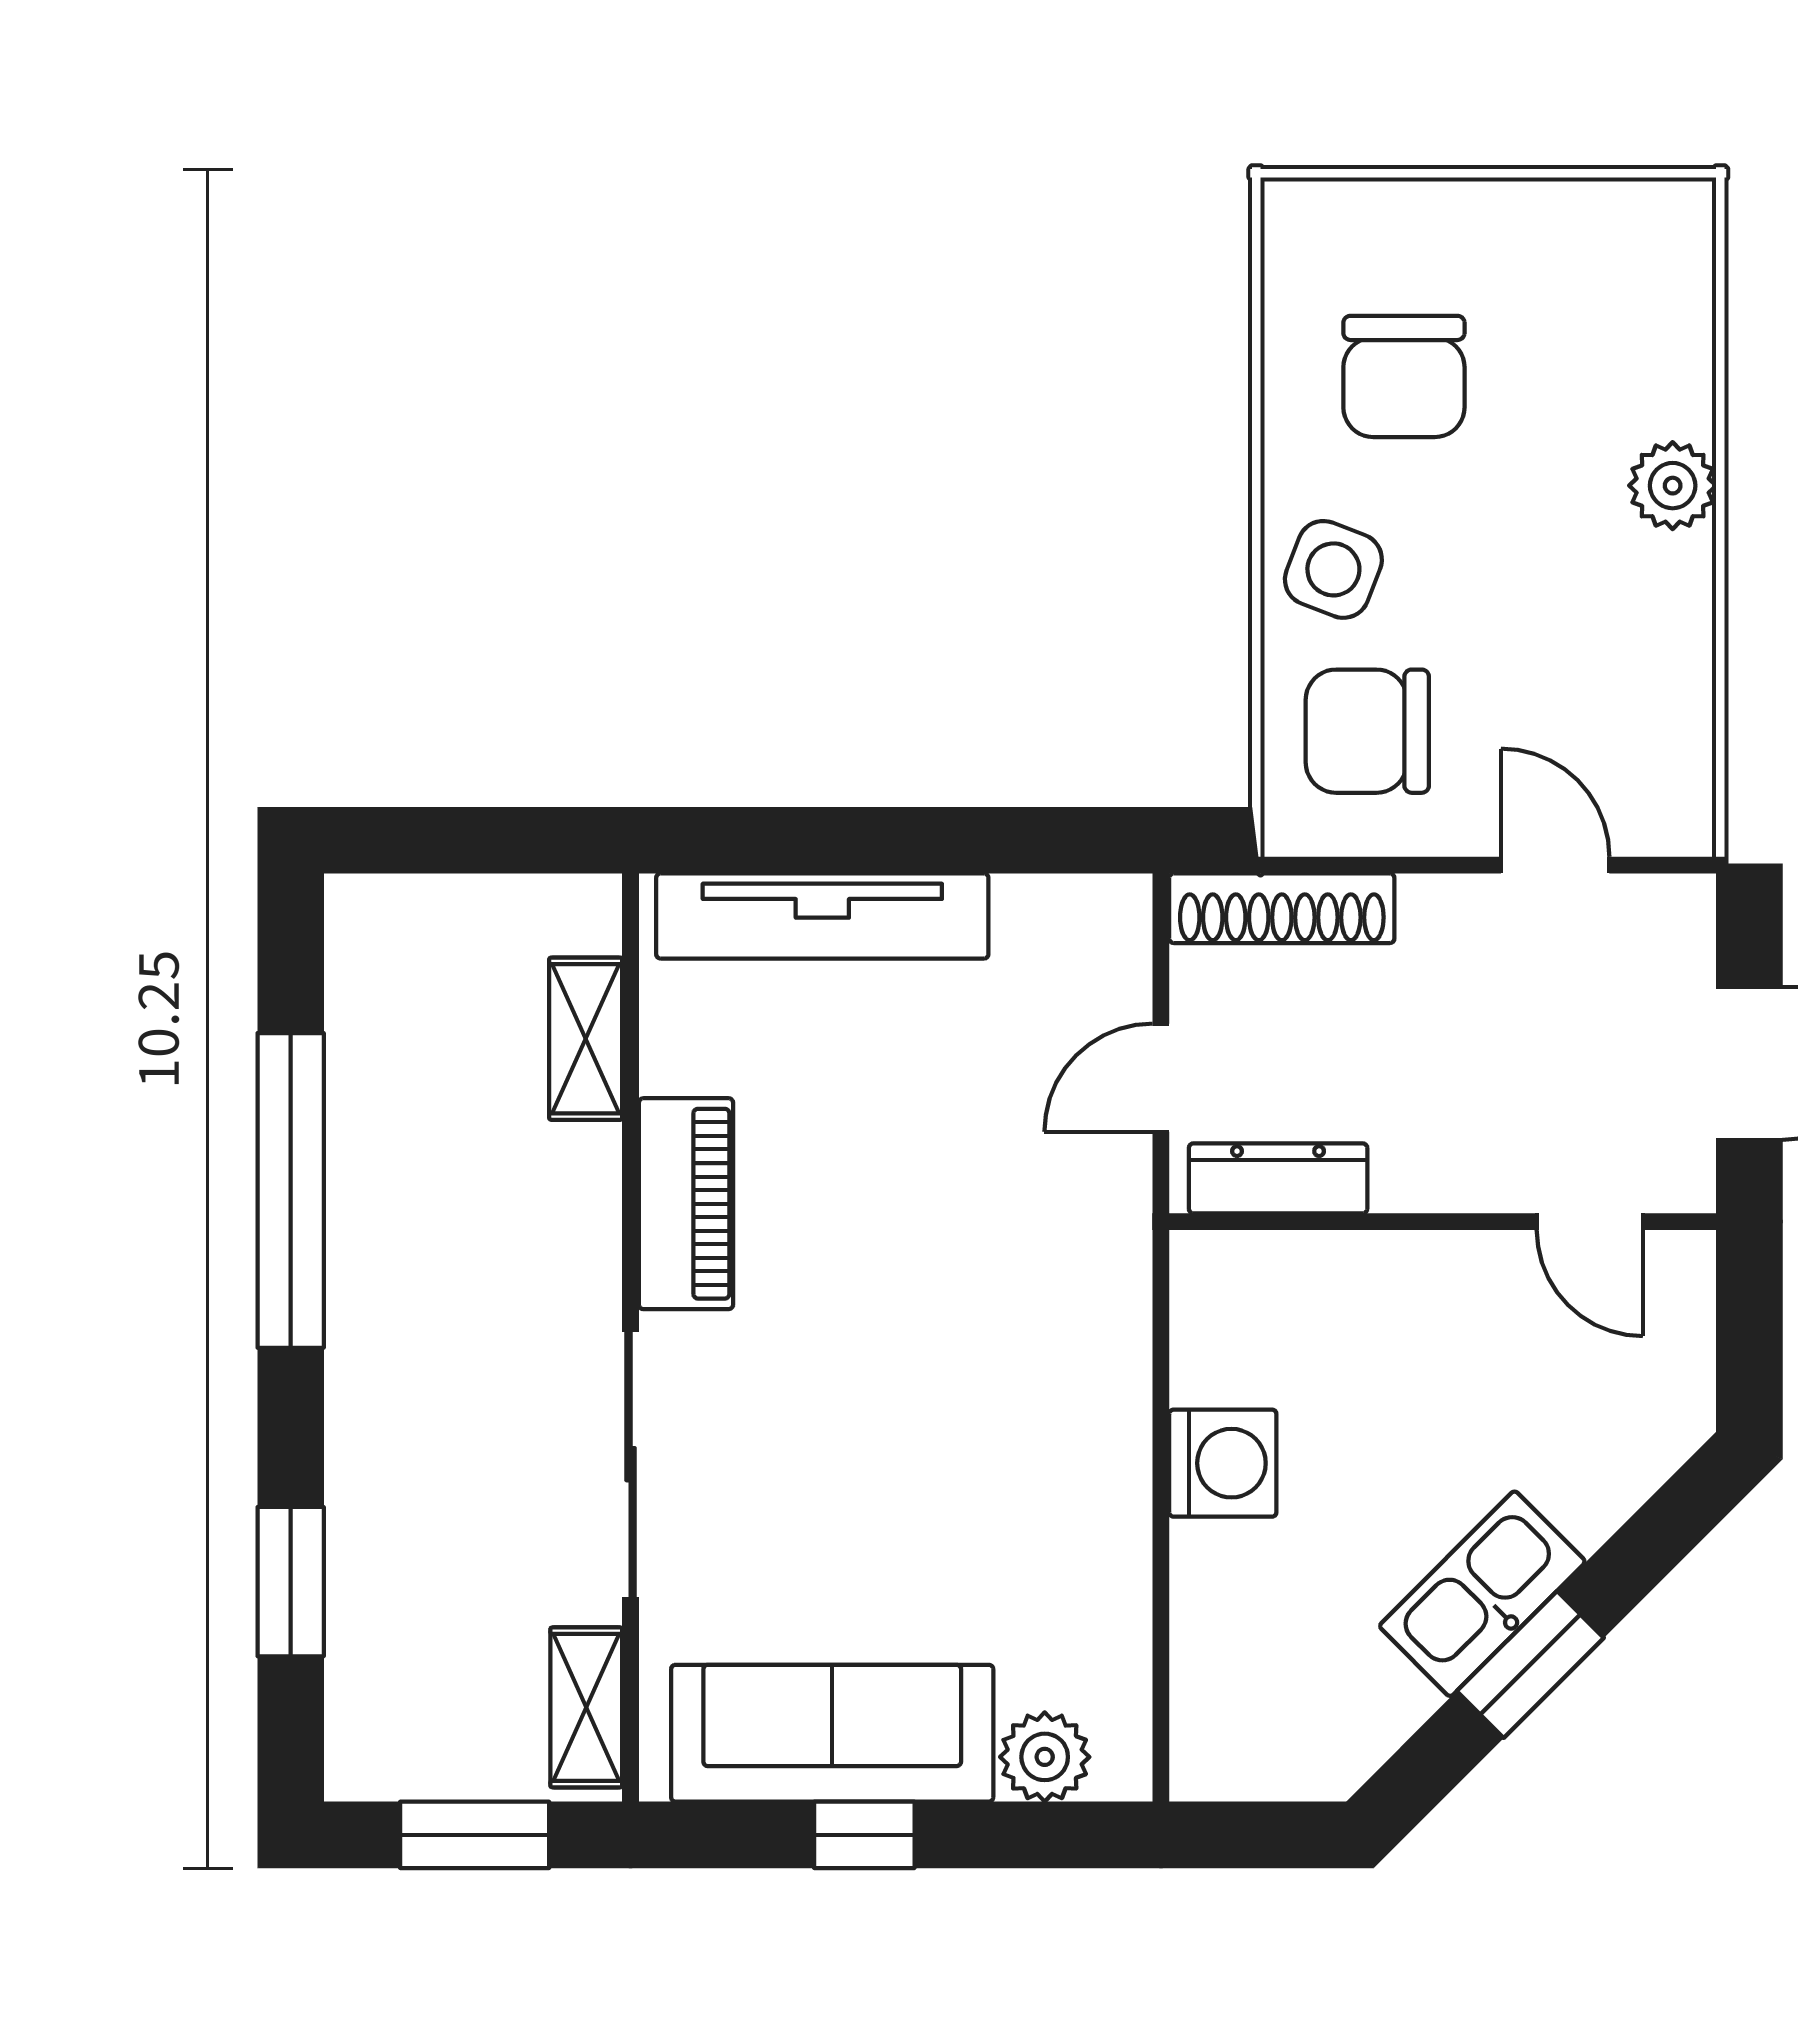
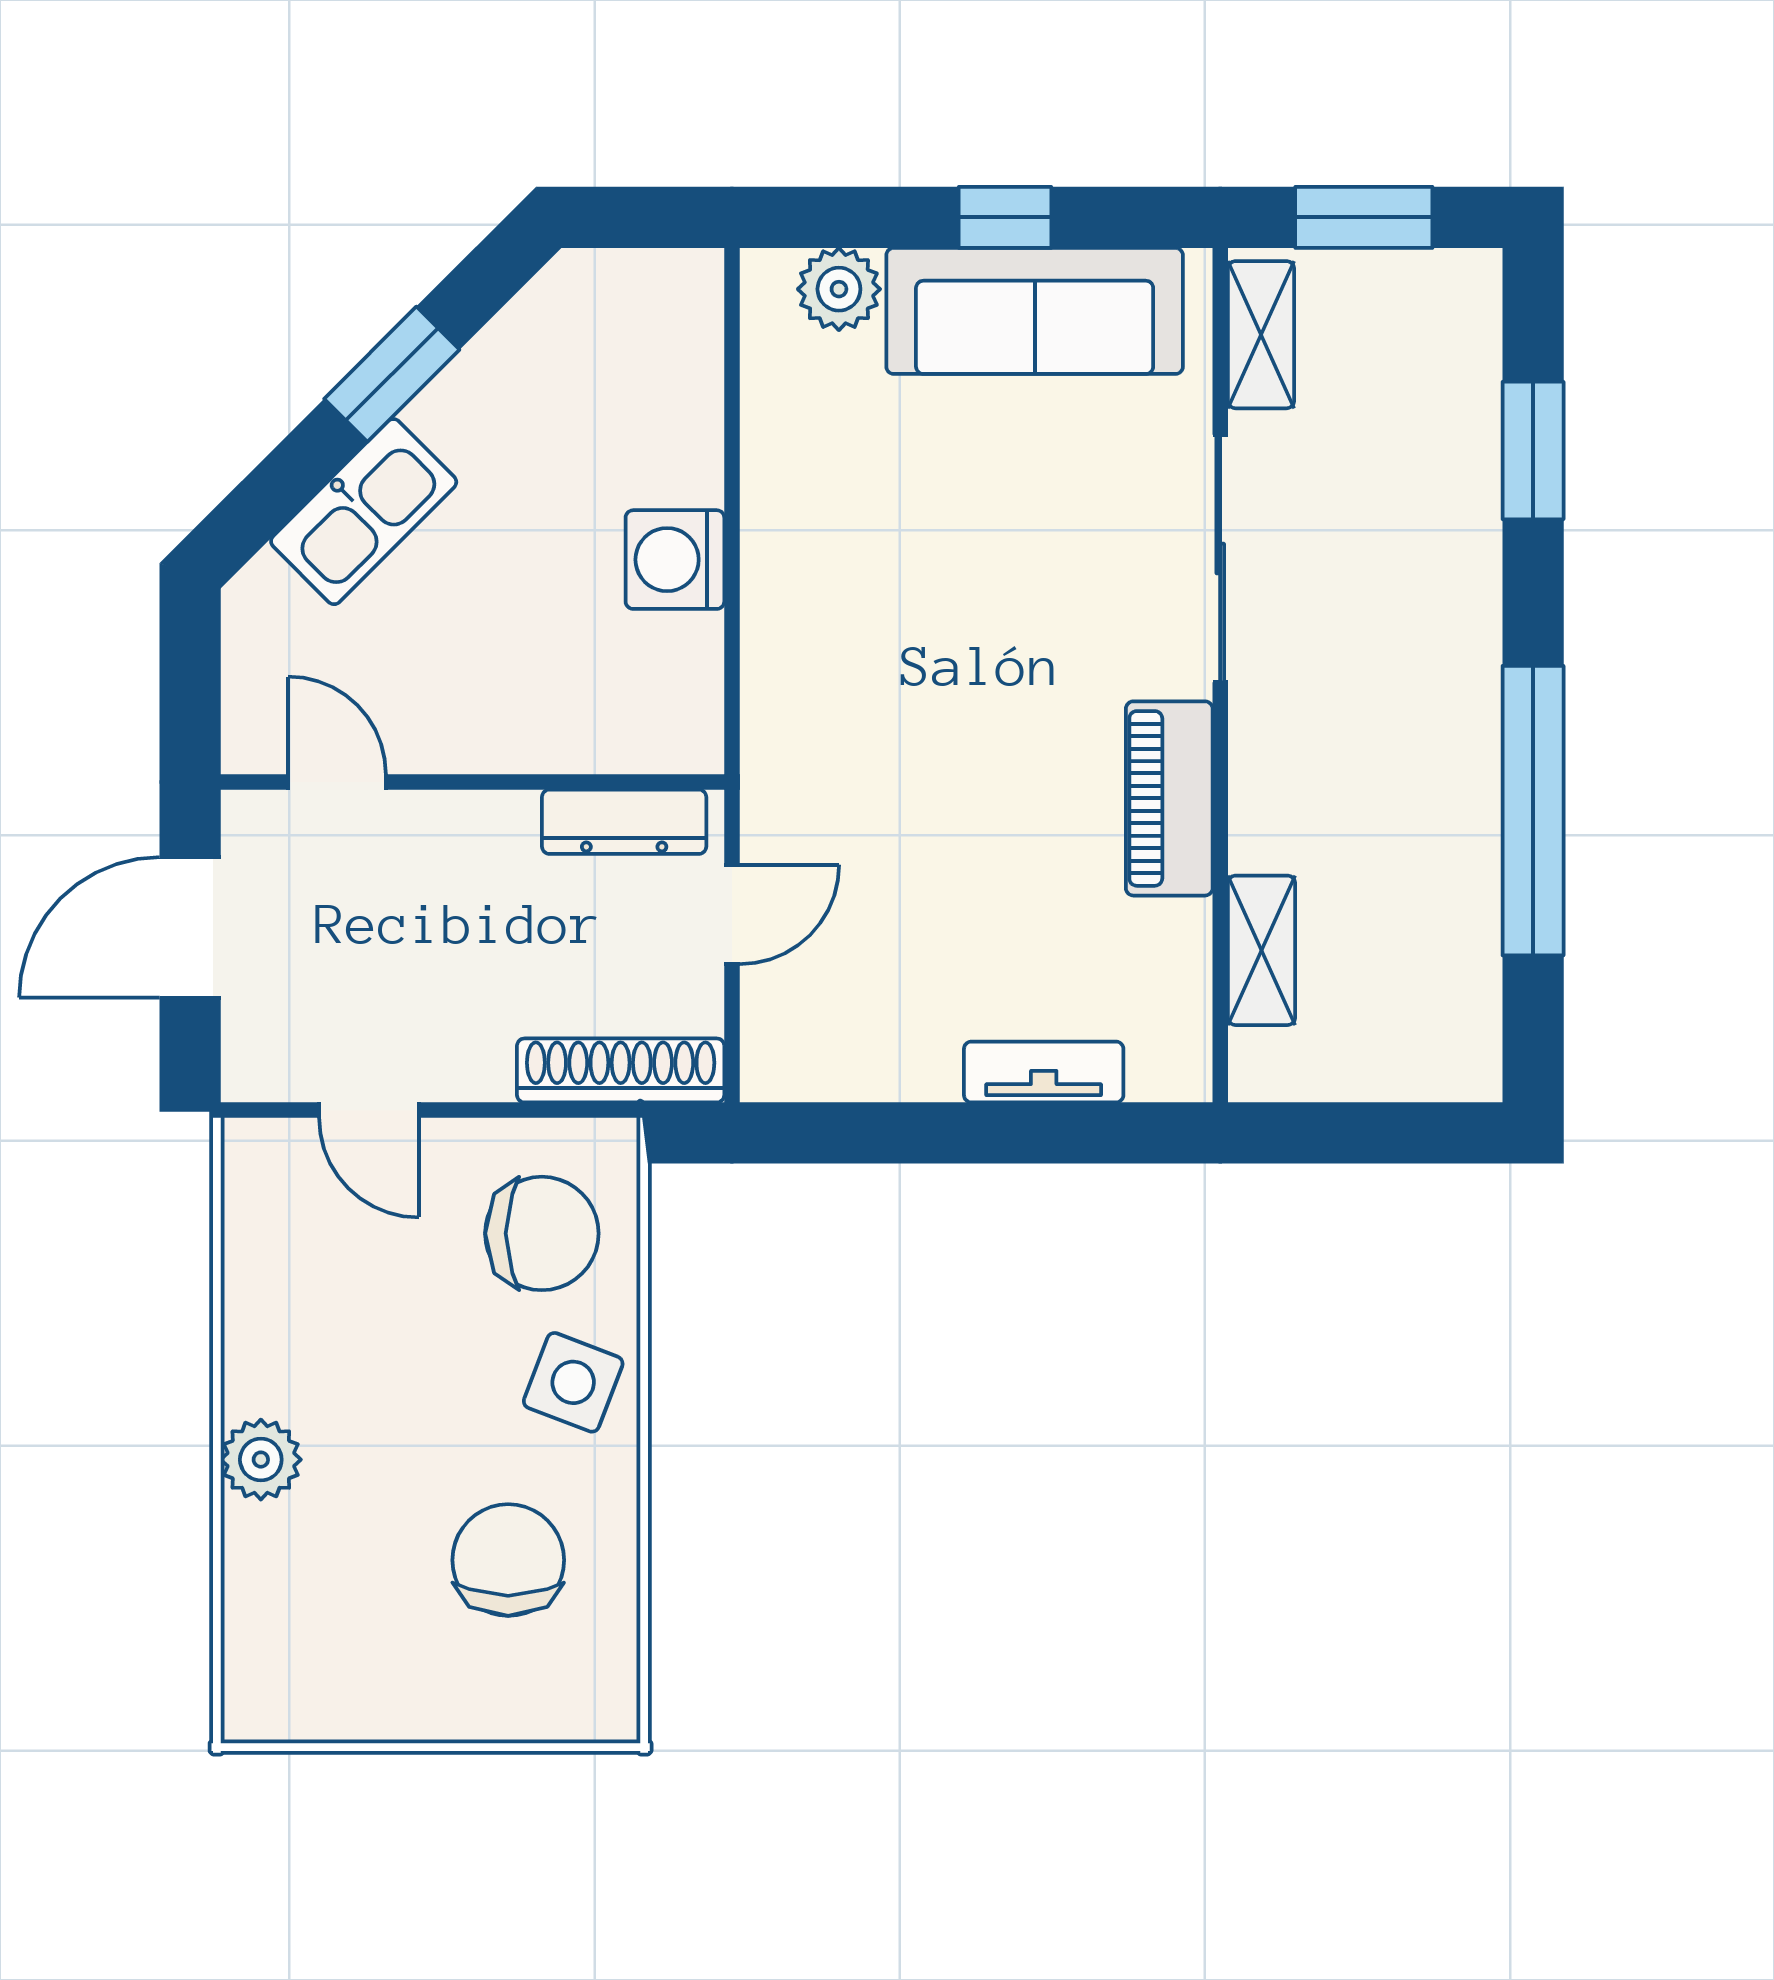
tv unit: (822, 916) -> (1044, 1072), width x0.52, depth x0.78
kitchen sink: (1482, 1594) -> (364, 512), moved

